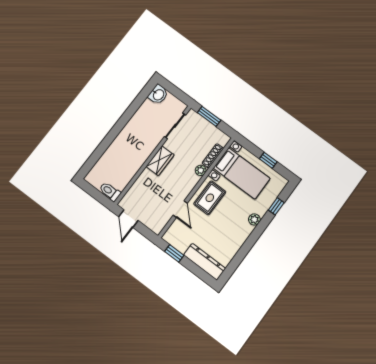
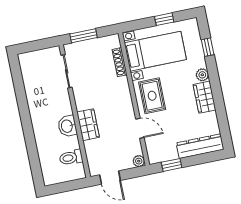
washbasin: (158, 95) -> (67, 126), moved, turned 180
wardrobe: (160, 161) -> (88, 125), moved
plant: (201, 170) -> (139, 161), moved
toilet: (110, 192) -> (71, 158), moved
wardrobe: (241, 235) -> (204, 97), added

